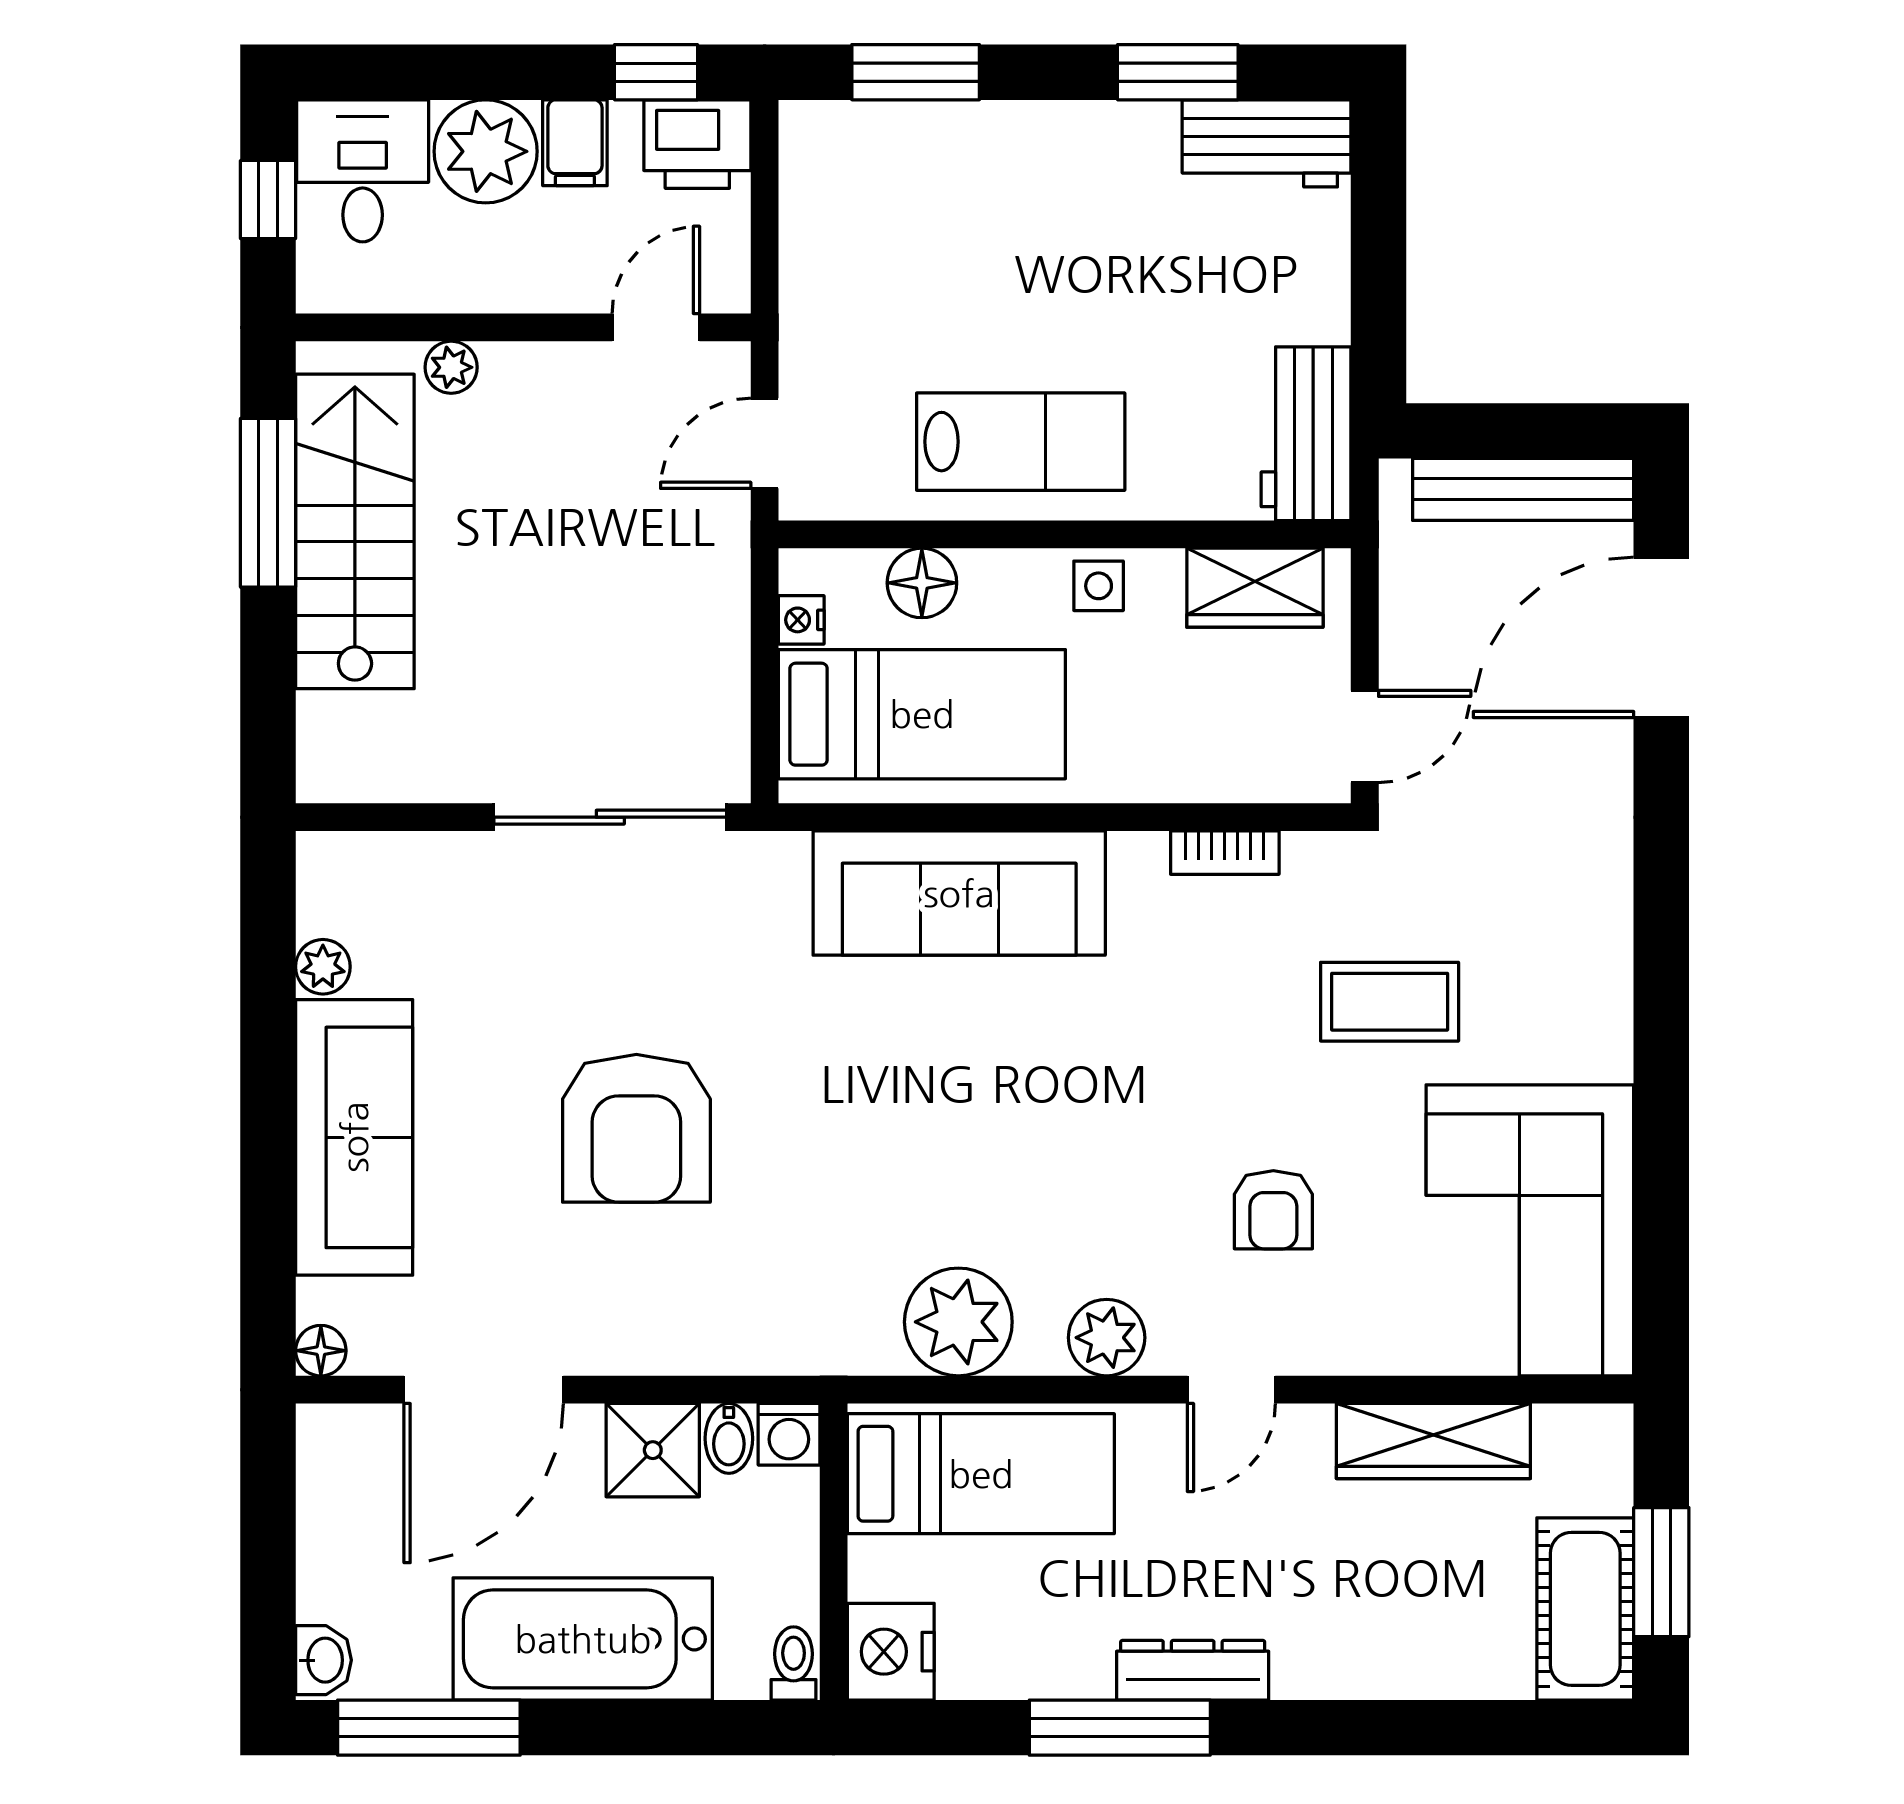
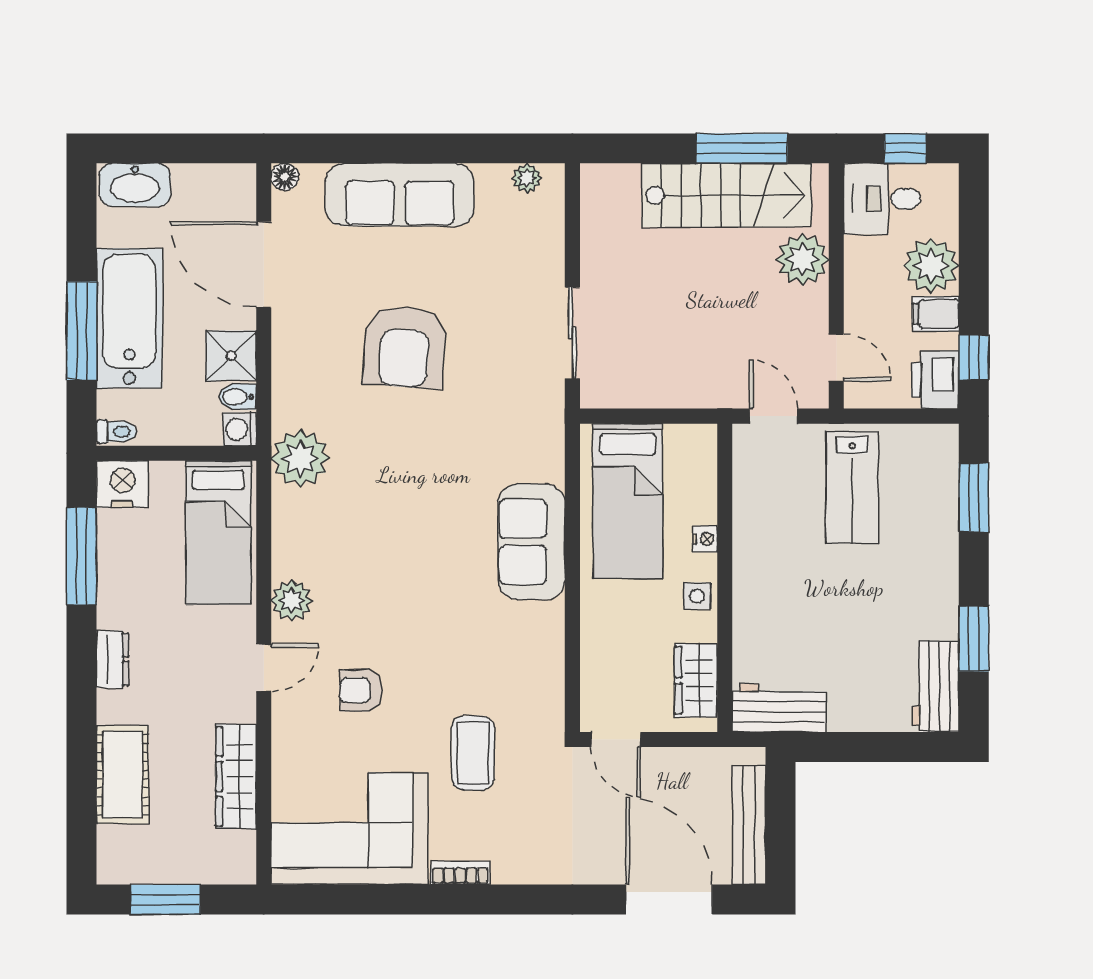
desk: (363, 171) -> (882, 199), moved, turned 180
plant: (451, 367) -> (803, 259), width x1.88, depth x1.88
lab bench: (1021, 442) -> (852, 487), moved
floor lamp: (922, 583) -> (699, 501), removed
nightstand: (801, 620) -> (705, 539), moved, turned 90
sliding door: (610, 817) -> (572, 333), width x0.73
bookcase: (1225, 853) -> (460, 873), moved, turned 90
sofa: (959, 893) -> (531, 542), width x0.73
plant: (323, 967) -> (527, 178), moved
armchair: (636, 1128) -> (405, 347), turned -86
plant: (958, 1322) -> (300, 458), moved
door: (1231, 1390) -> (264, 668), swing flipped
cot: (1585, 1609) -> (123, 775), moved, turned 90
washbasin: (323, 1660) -> (135, 185), width x1.91, depth x1.45
dresser: (1193, 1670) -> (112, 659), width x0.70
window: (429, 1728) -> (82, 331), moved
window: (1120, 1728) -> (82, 556), moved

